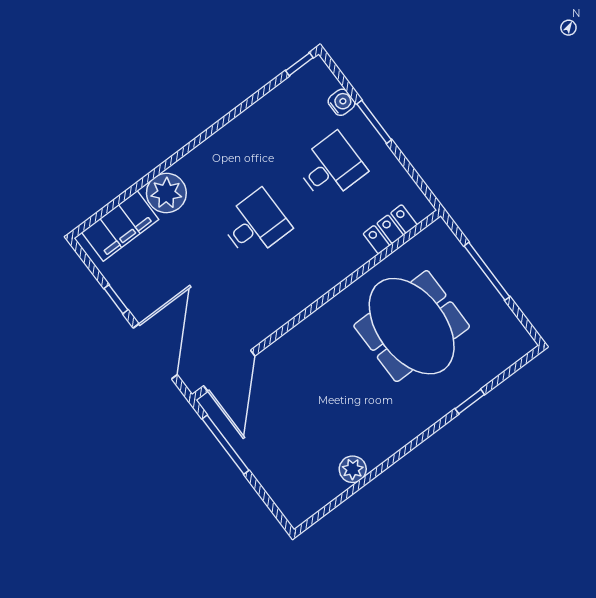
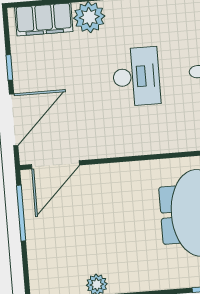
desk: (255, 224) -> (136, 77), width x1.37

